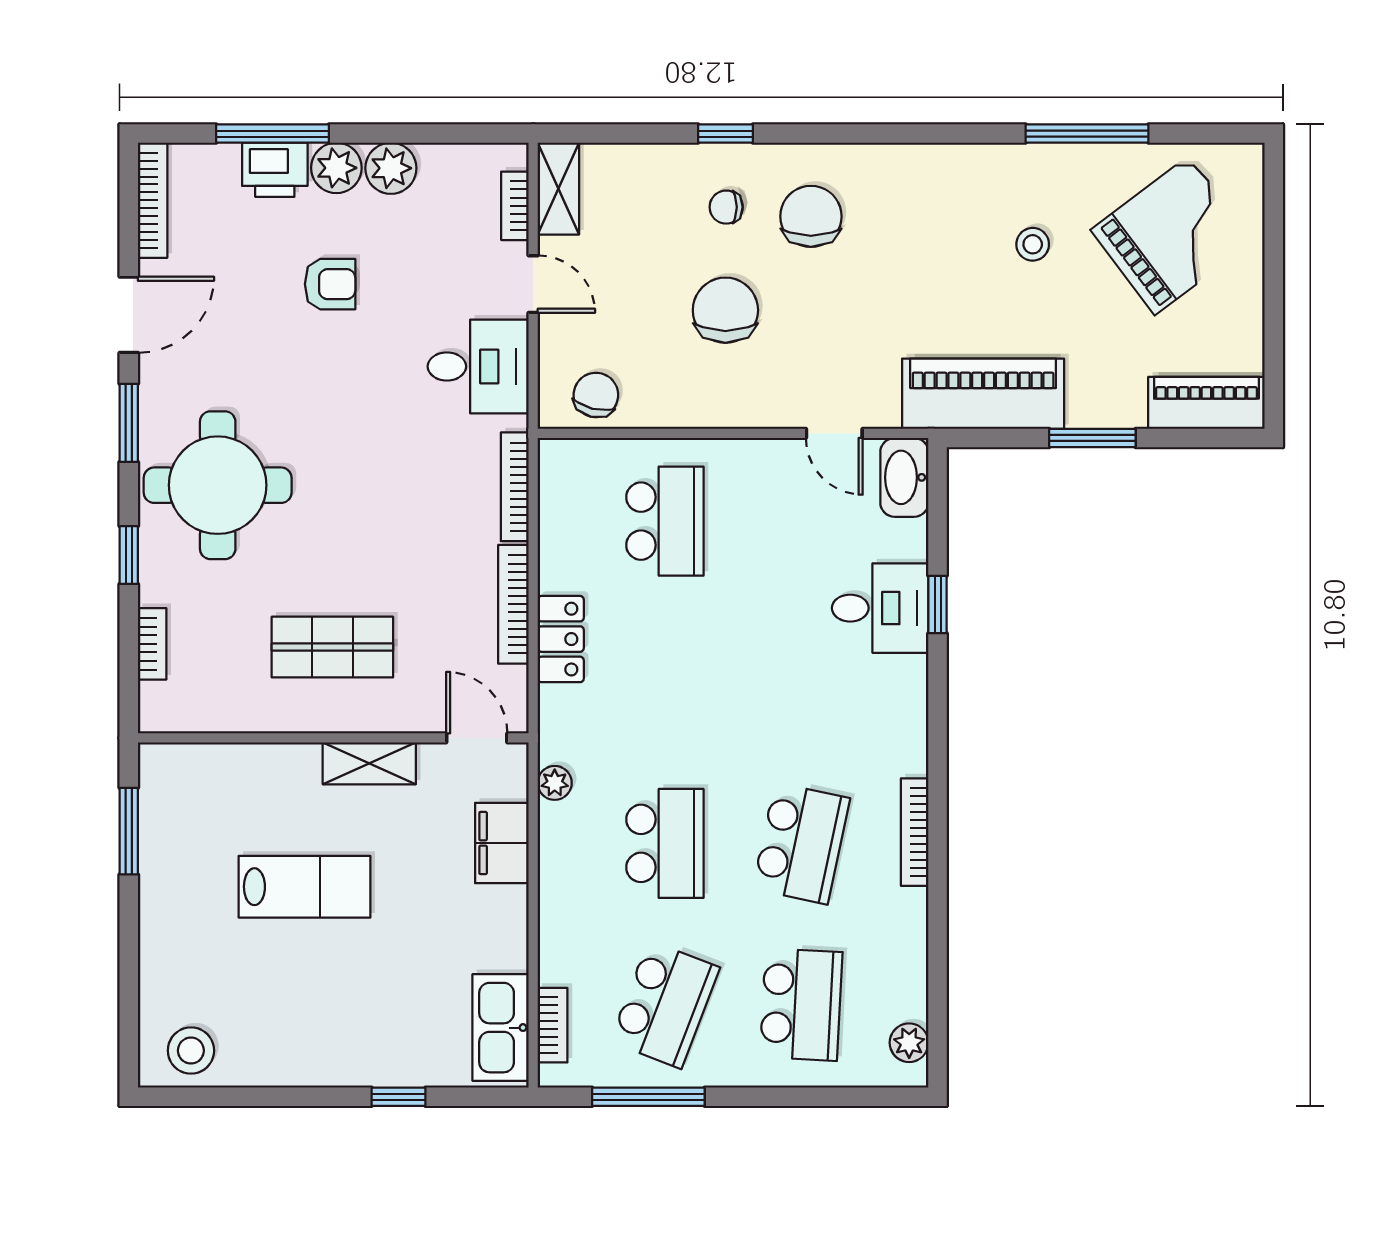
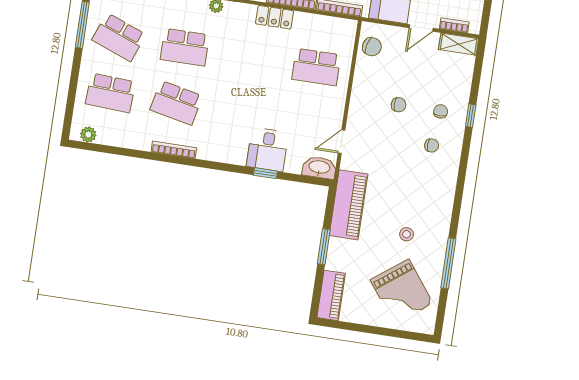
chair: (811, 216) -> (432, 145), width x0.54, depth x0.54
chair: (725, 310) -> (399, 105), width x0.54, depth x0.54

